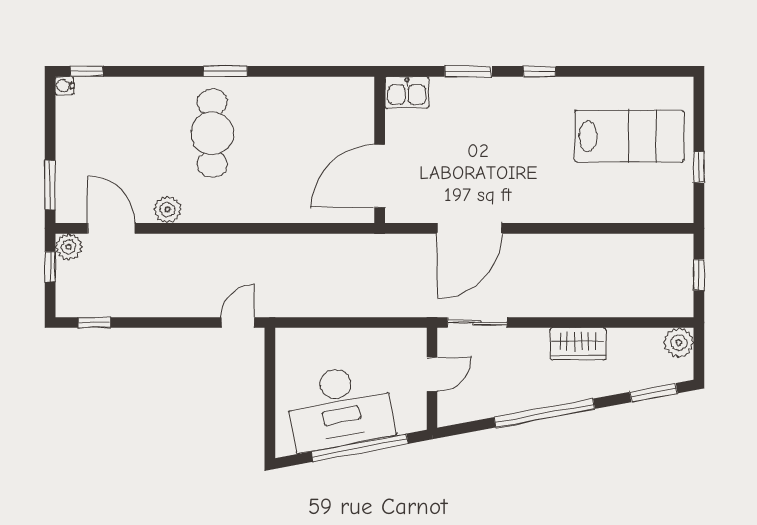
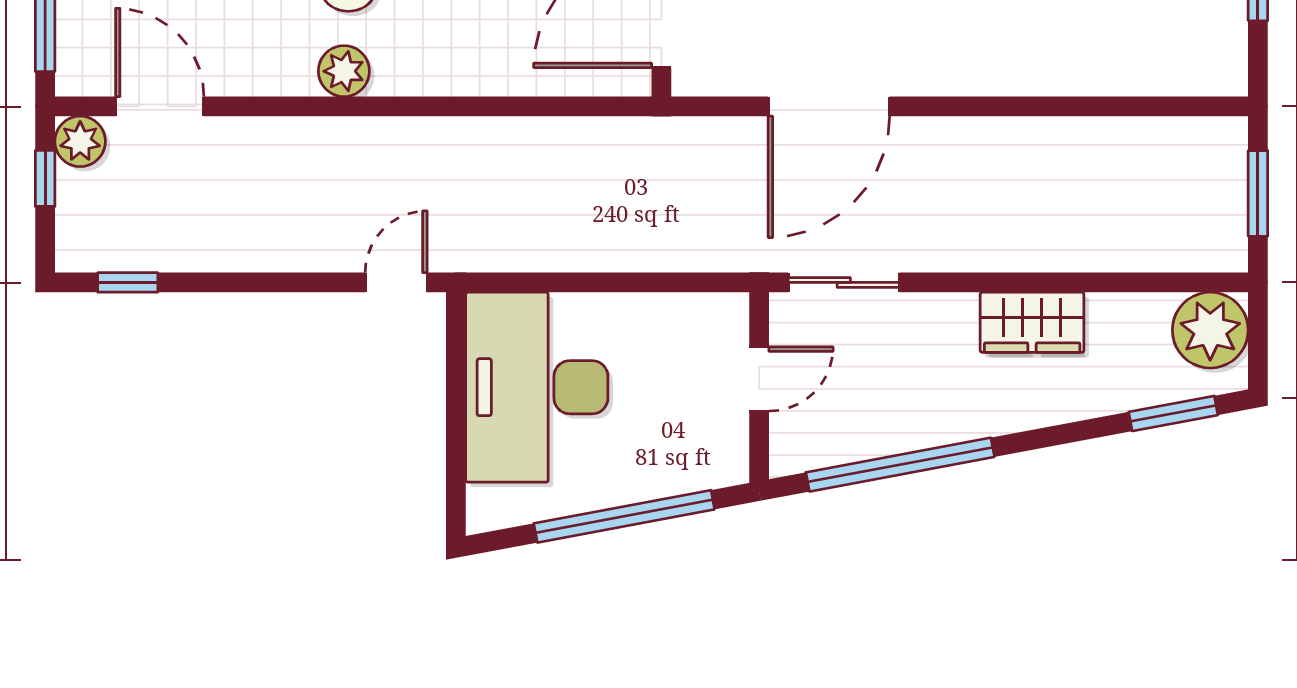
plant: (167, 209) -> (344, 71), moved
window: (699, 275) -> (1258, 193), width x1.50
plant: (679, 343) -> (1210, 330), width x1.36, depth x1.36
desk: (340, 407) -> (537, 387), moved, turned 101
window: (544, 413) -> (900, 465), moved

